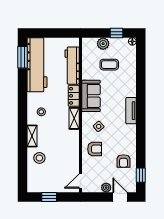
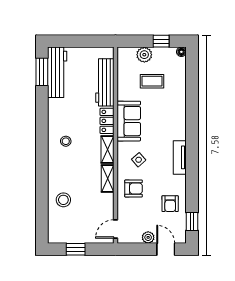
workbench: (37, 65) -> (57, 72), width x0.73, depth x0.76
tv unit: (131, 111) -> (180, 157), moved
shelving: (32, 136) -> (108, 178), moved

